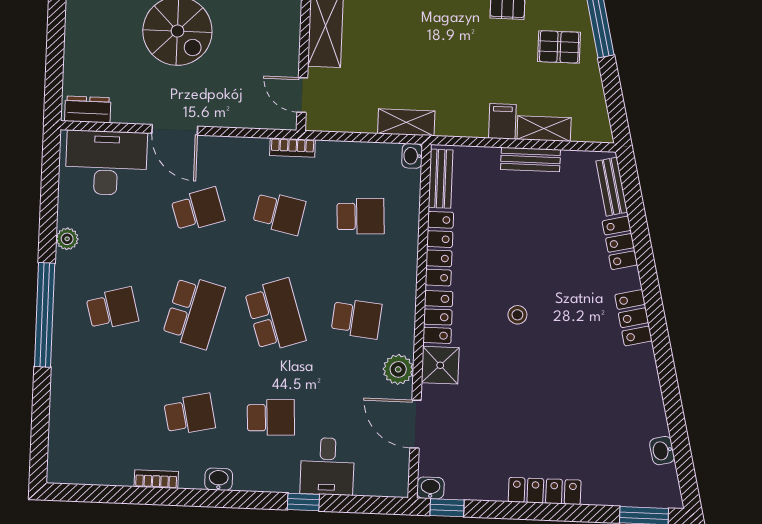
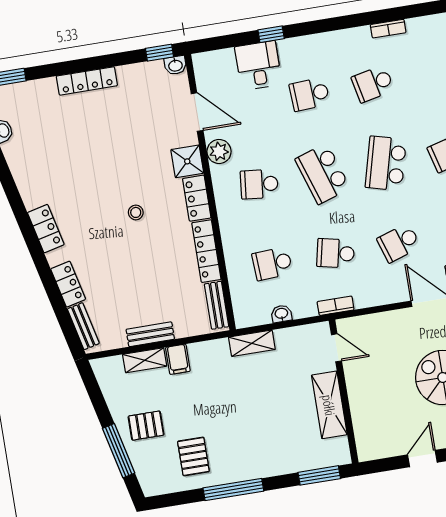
washbasin: (412, 156) -> (281, 314), moved, turned -90
washbasin: (219, 479) -> (340, 38), removed

